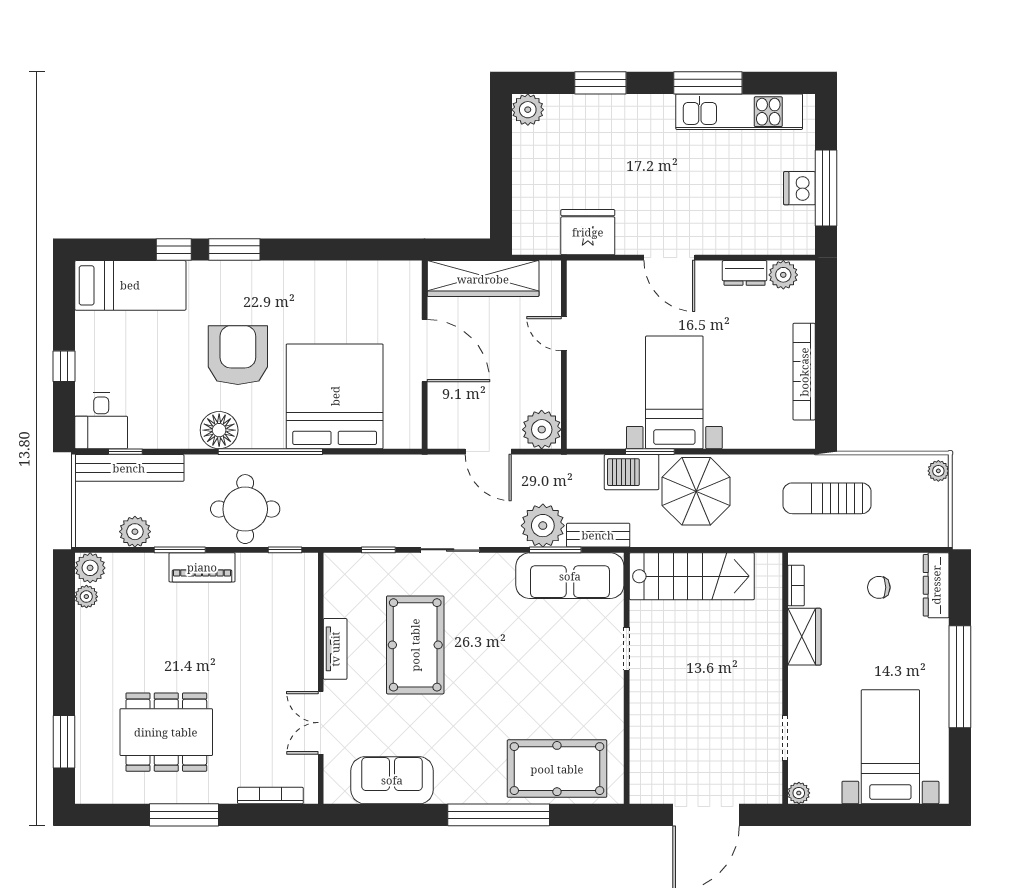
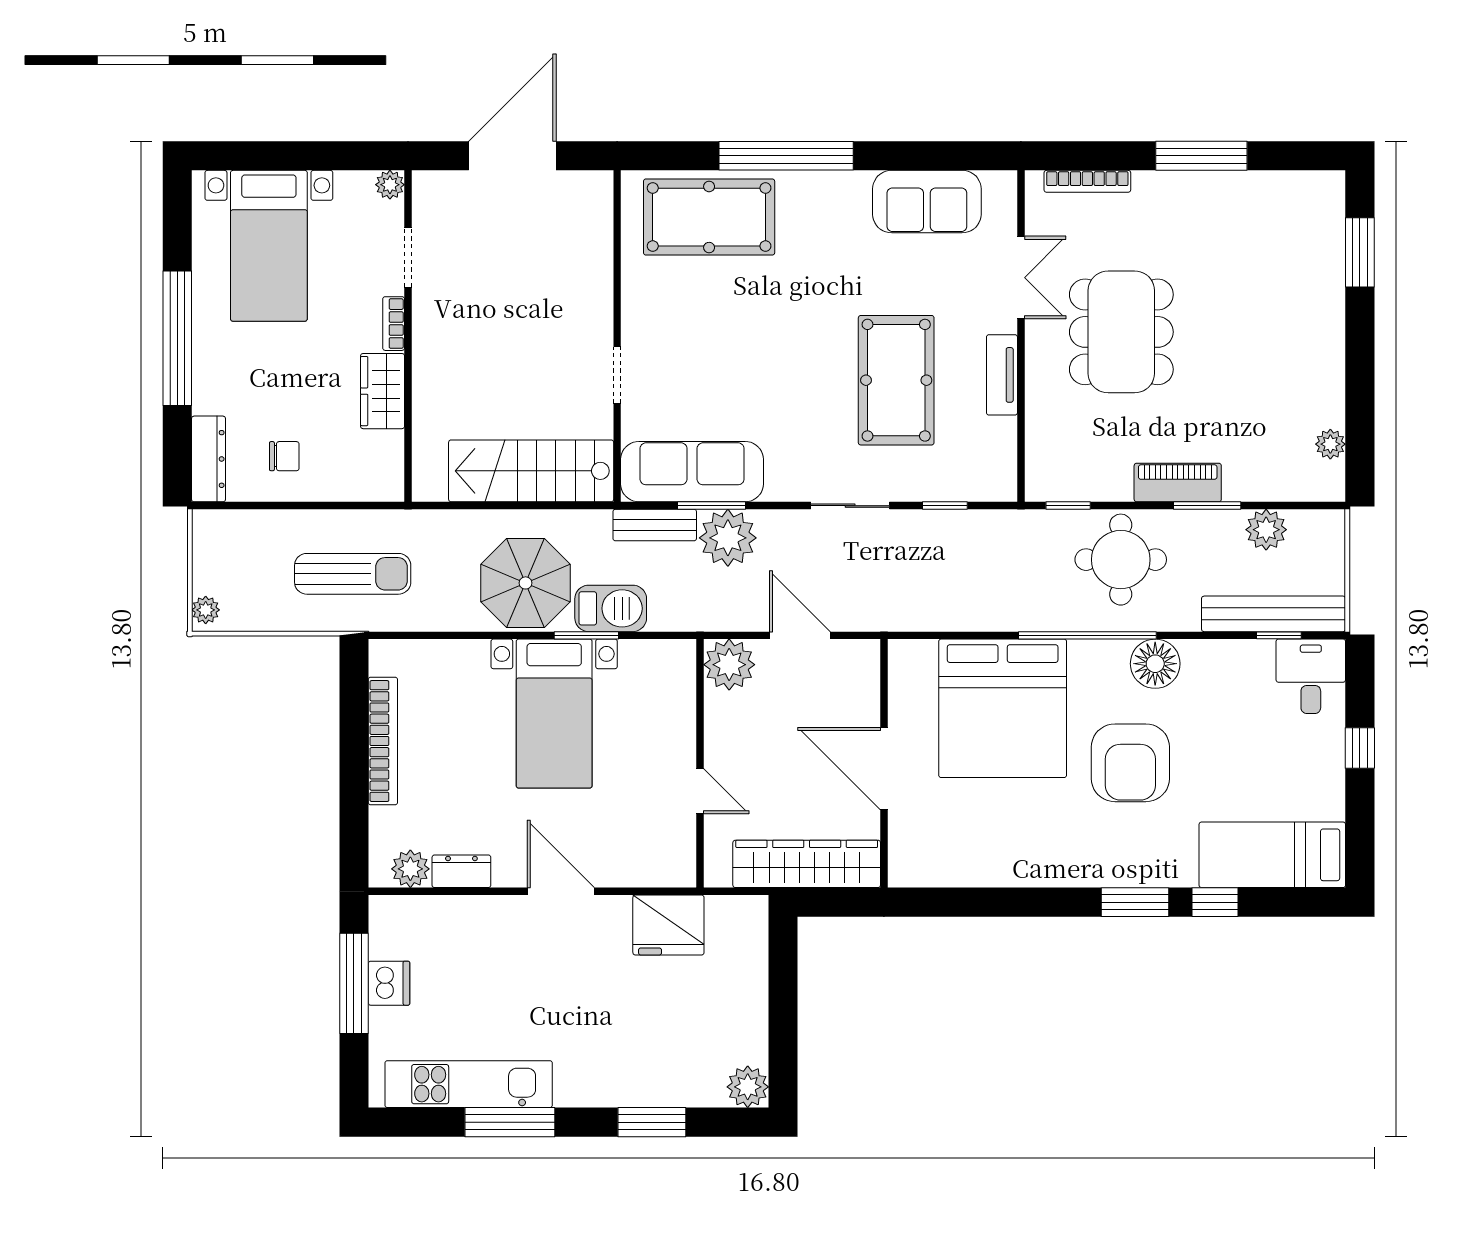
plant: (90, 568) -> (1325, 482), removed
bookcase: (796, 586) -> (394, 324), moved
dining table: (166, 732) -> (1121, 332), moved, turned 90

